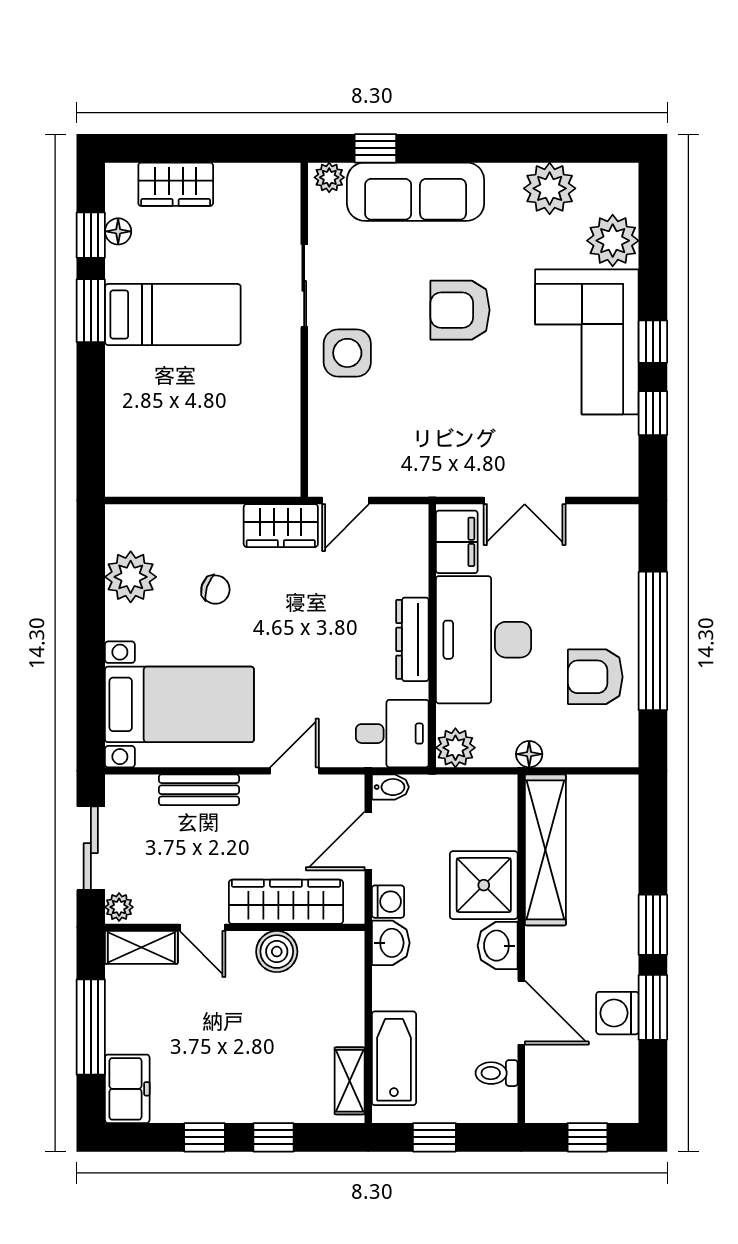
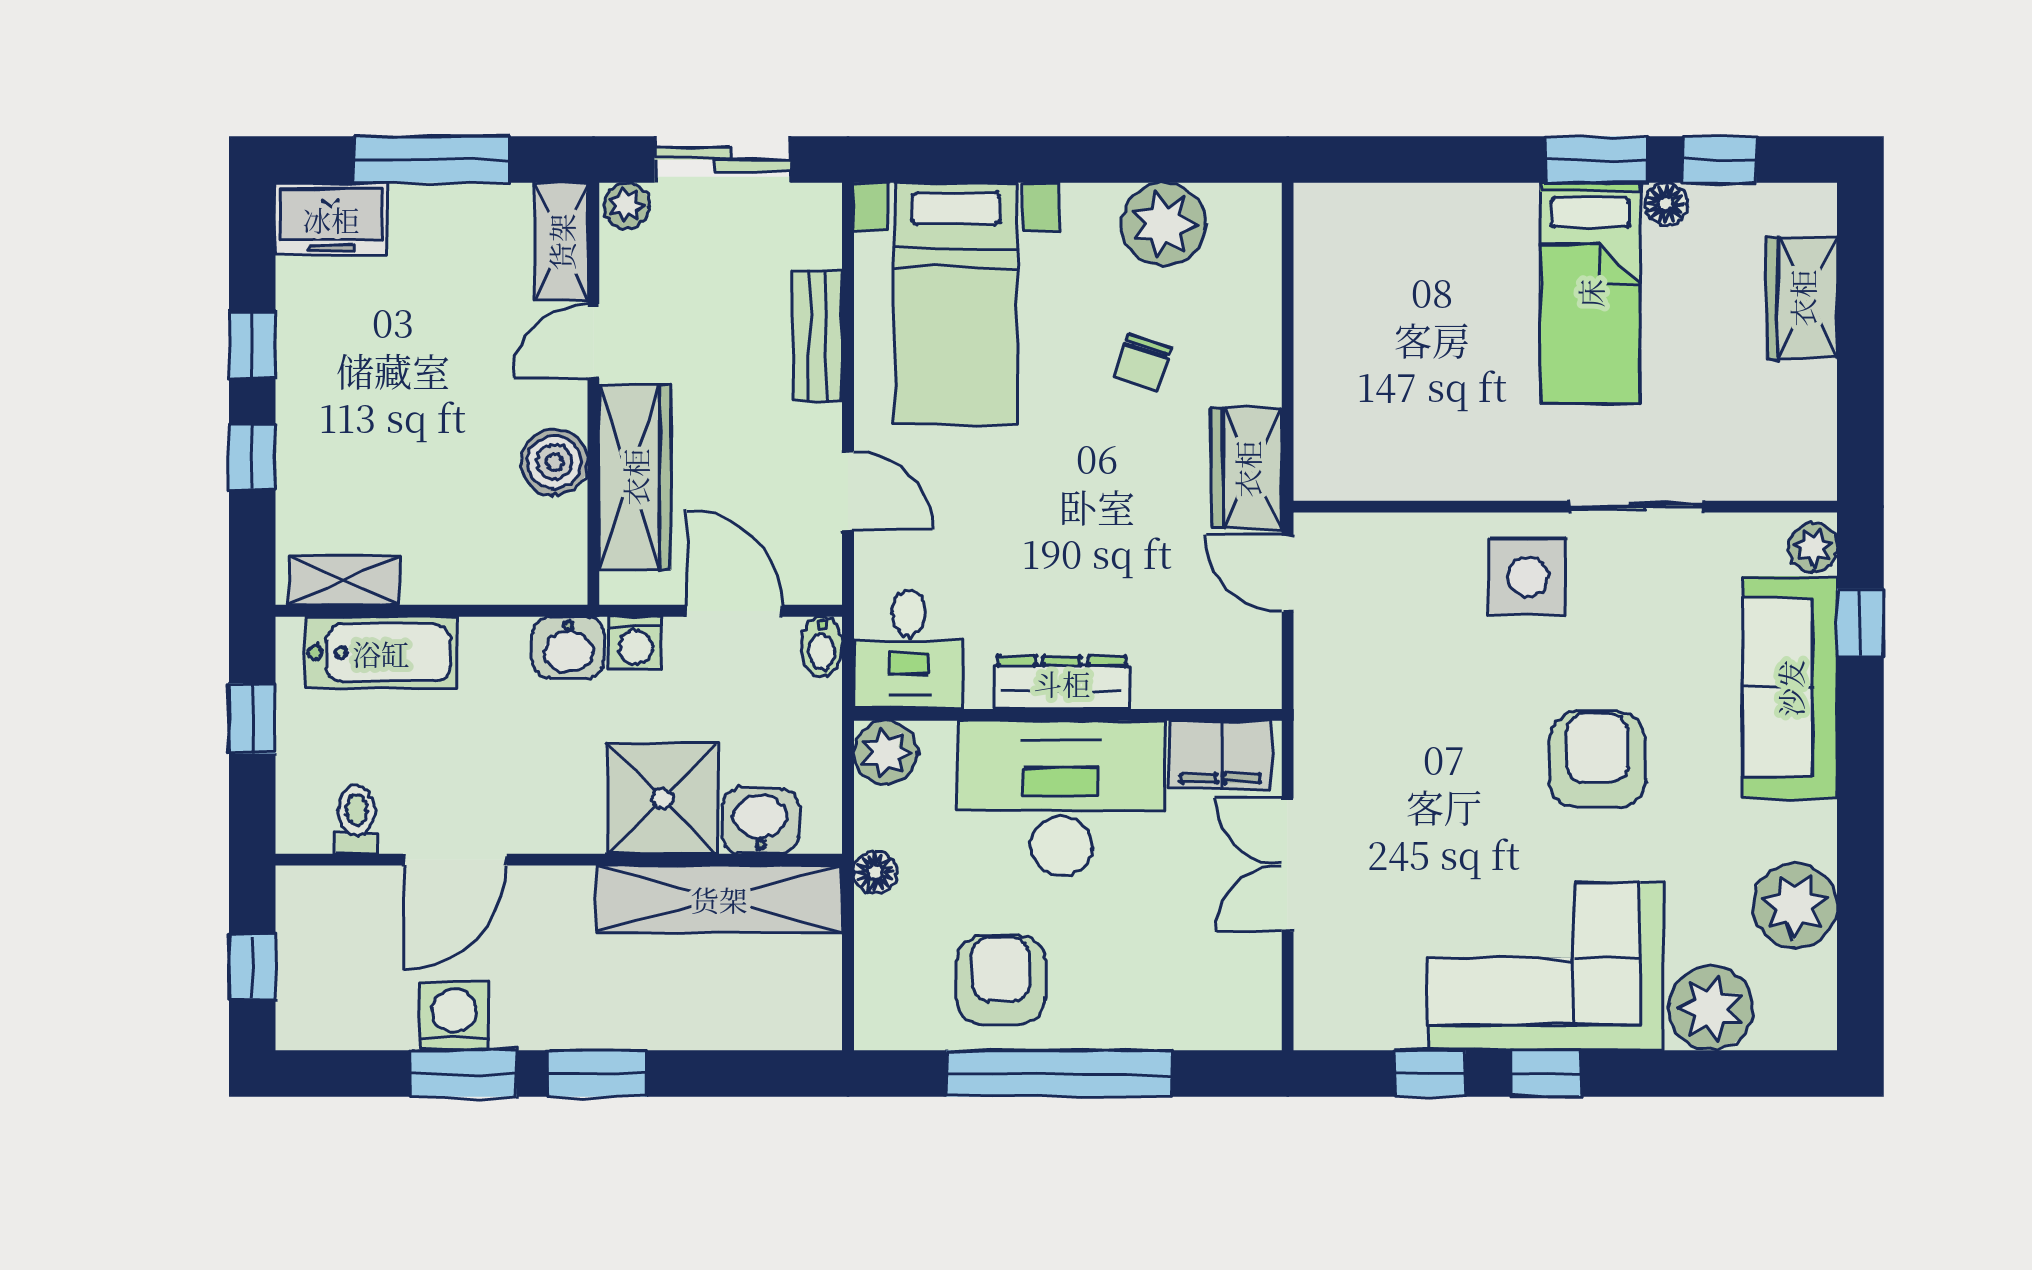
floor lamp: (118, 231) -> (1666, 204), moved
washbasin: (498, 946) -> (761, 821), moved

